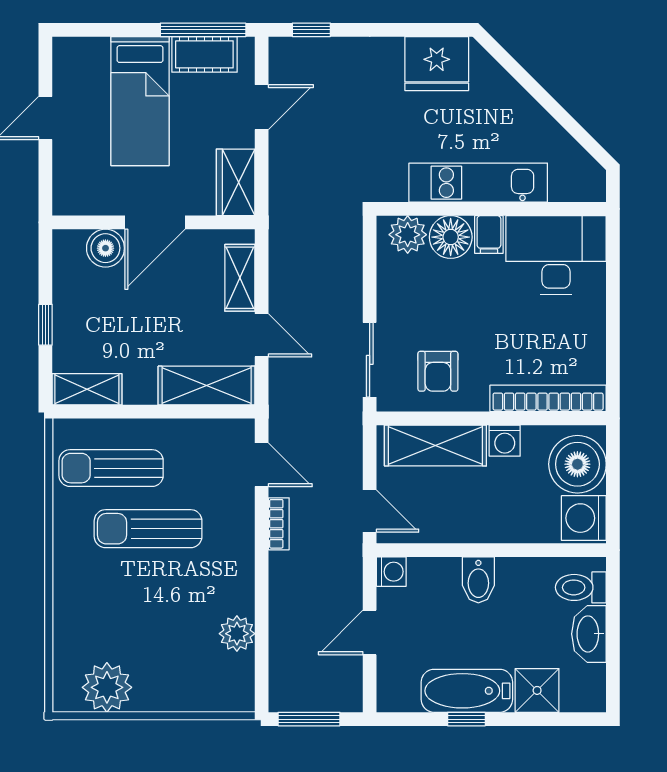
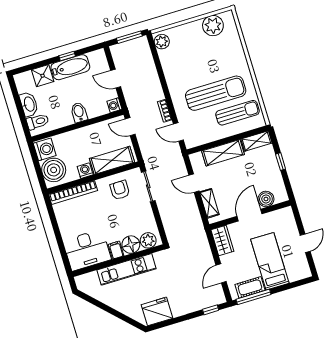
shelving: (207, 386) -> (223, 153), moved
sun lounger: (148, 529) -> (216, 93), width x1.36, depth x1.34
door: (370, 632) -> (116, 79), swing flipped
plant: (237, 634) -> (162, 42), moved

